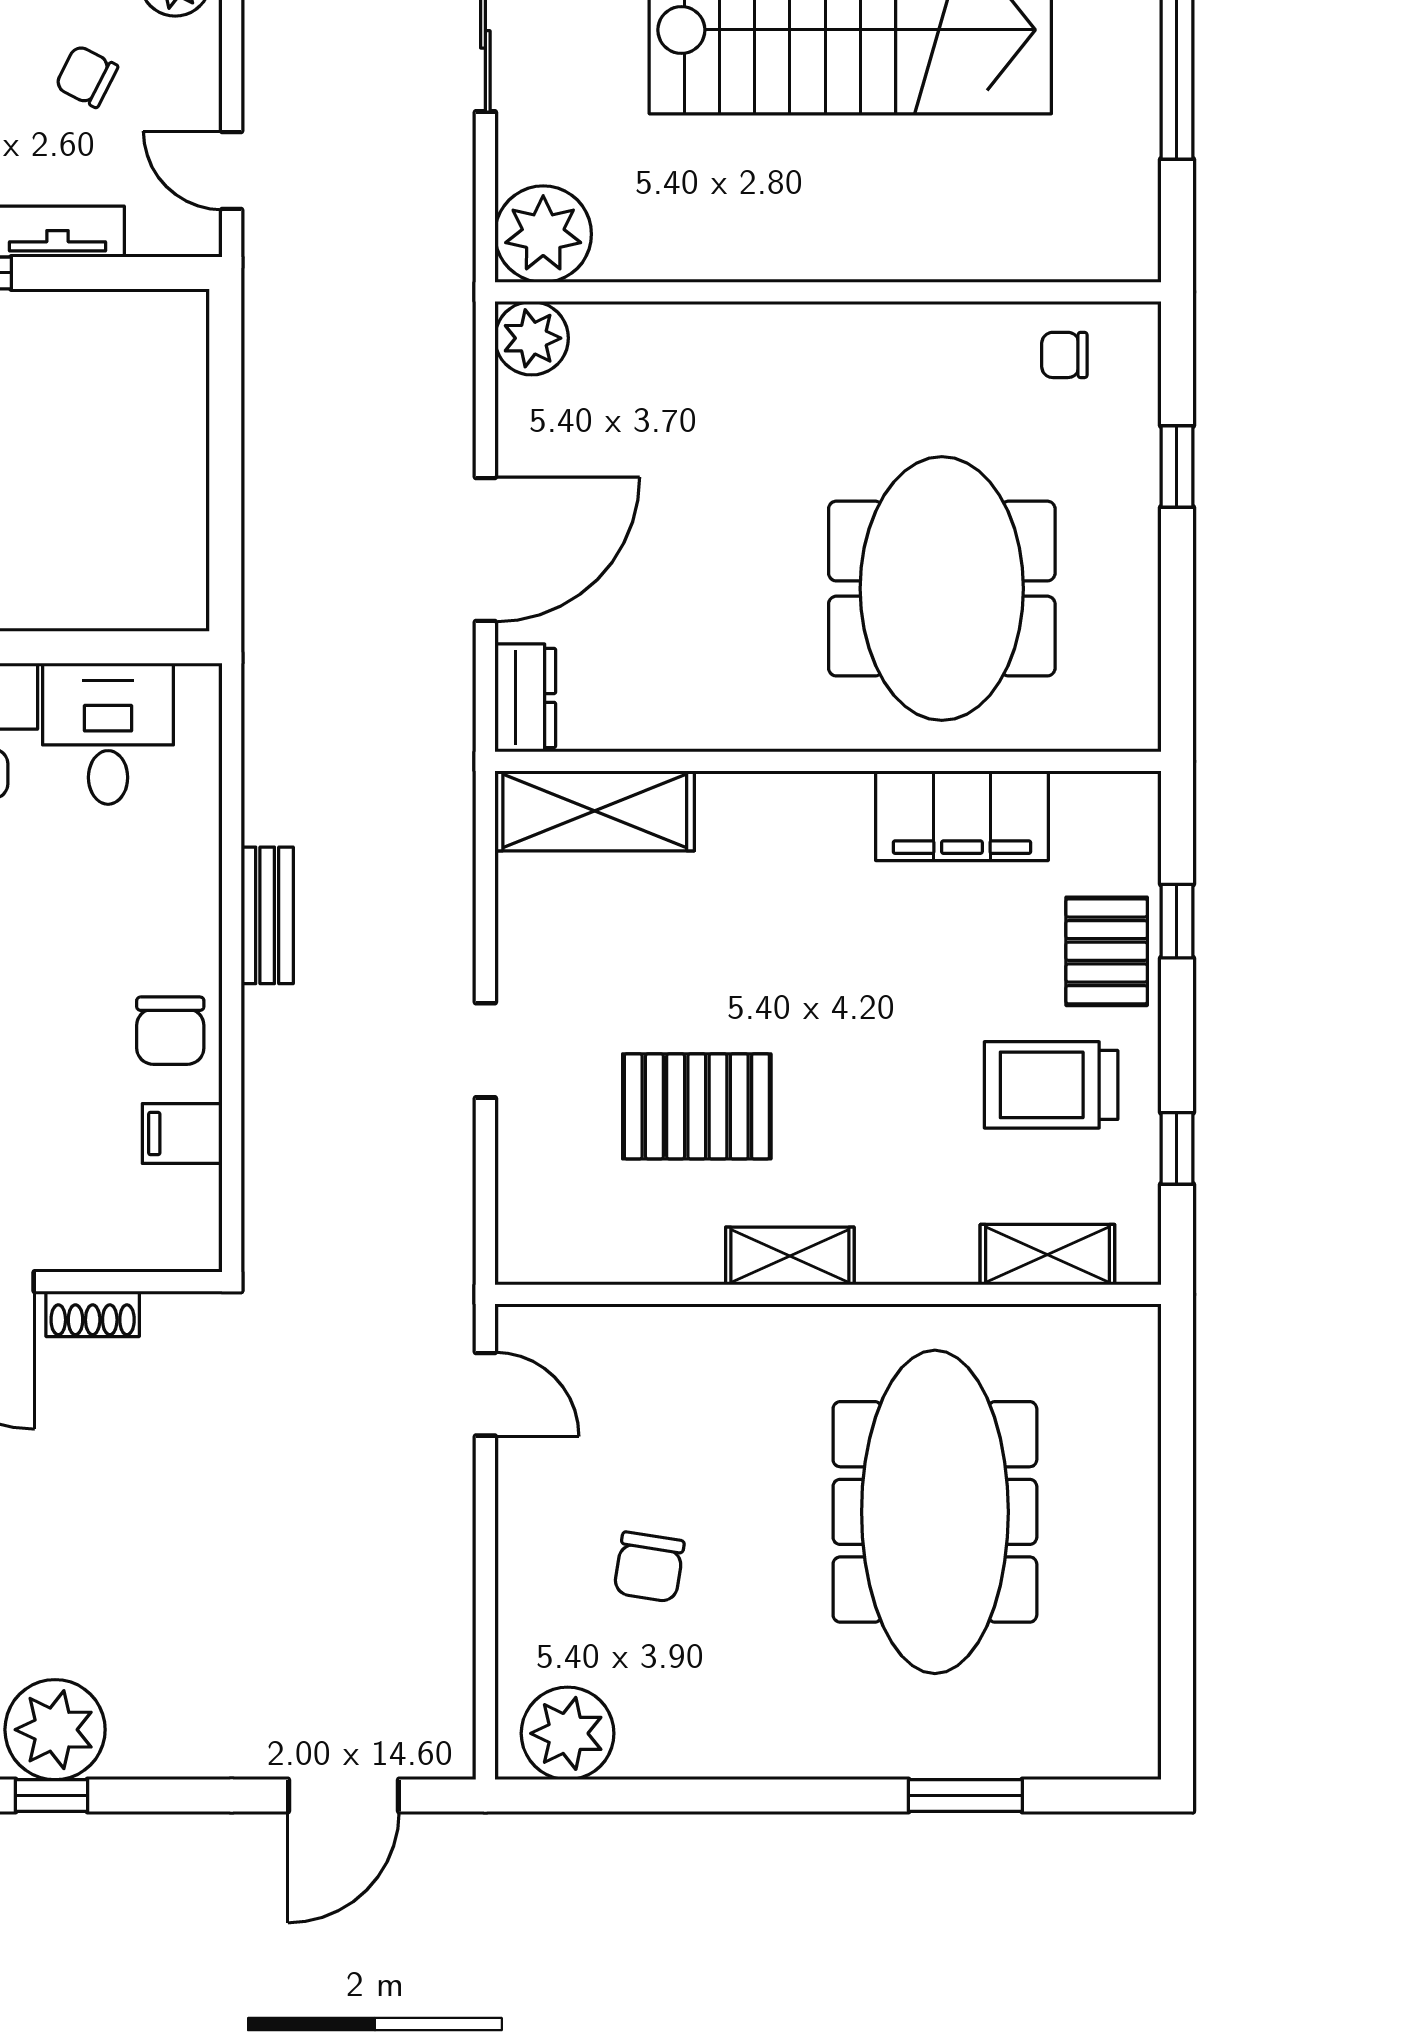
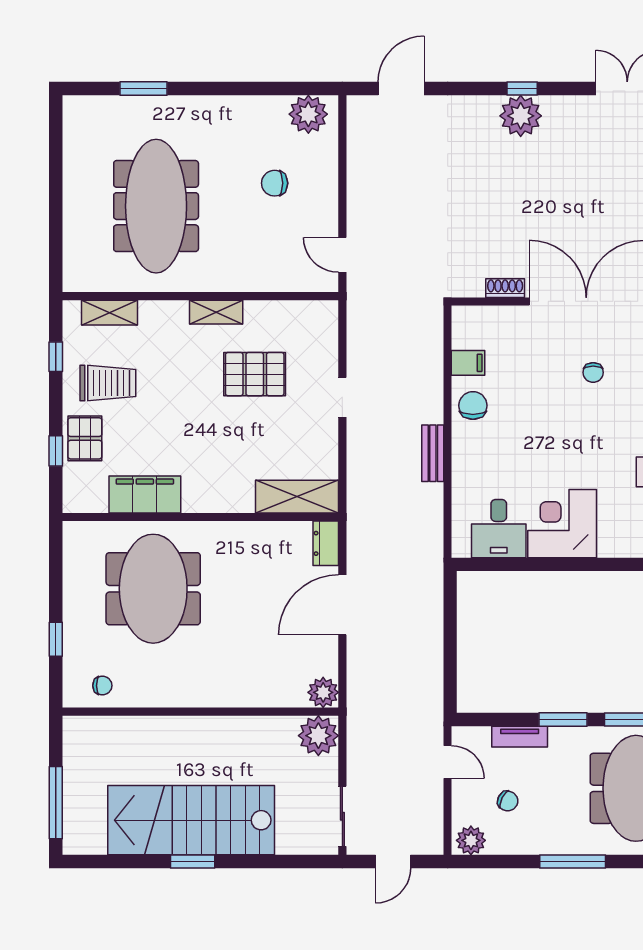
chair: (649, 1567) -> (275, 183), turned -99

